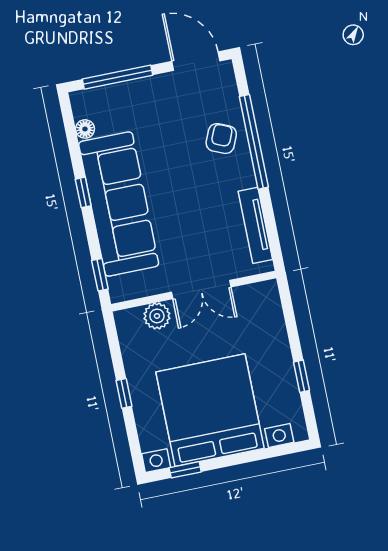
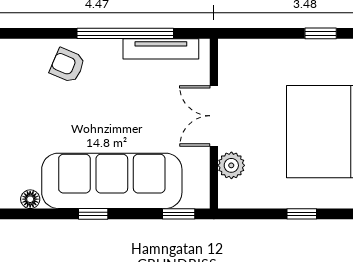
window: (254, 142) -> (125, 33), moved
double door: (201, 290) -> (214, 116), swing flipped

